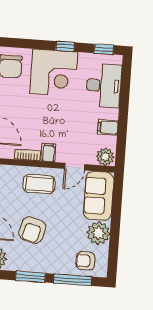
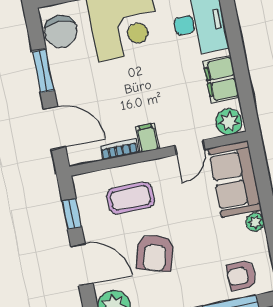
filing cabinet: (108, 127) -> (221, 79), width x2.00
coffee table: (39, 184) -> (131, 198), moved
plant: (98, 233) -> (255, 222), width x0.53, depth x0.53

